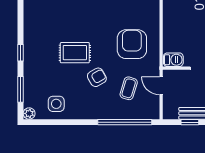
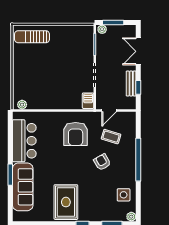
armchair: (132, 44) -> (76, 134), turned -90
rug: (75, 53) -> (66, 202), moved, width x1.36, depth x1.43
window: (125, 122) -> (138, 160), moved

